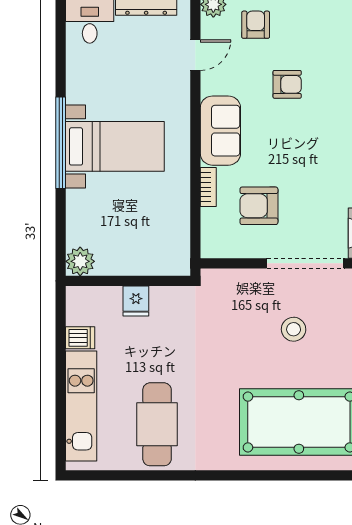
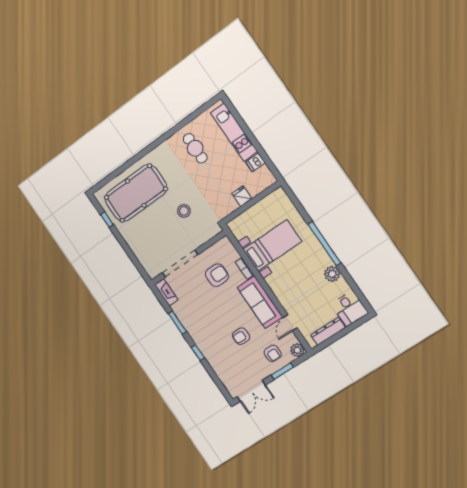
sofa: (220, 131) -> (260, 302), width x1.36
bed with nightstands: (115, 146) -> (272, 245), moved, turned 180
plant: (80, 261) -> (332, 274), moved
stool: (294, 329) -> (184, 211), moved
cafe table: (157, 424) -> (195, 148), width x0.73, depth x0.74

